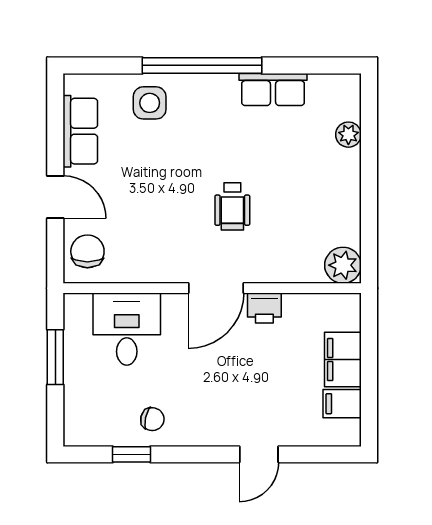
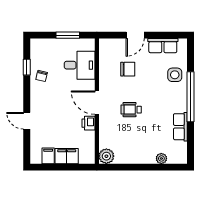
chair: (87, 251) -> (128, 69), moved

